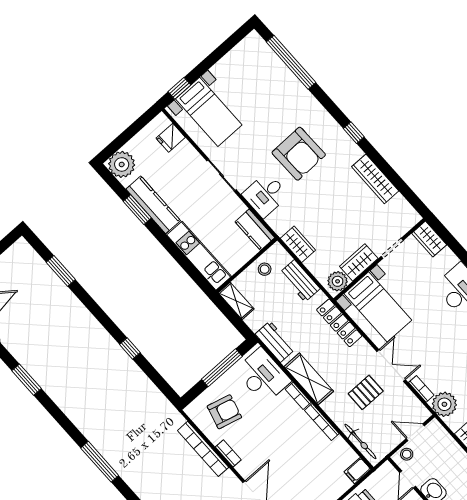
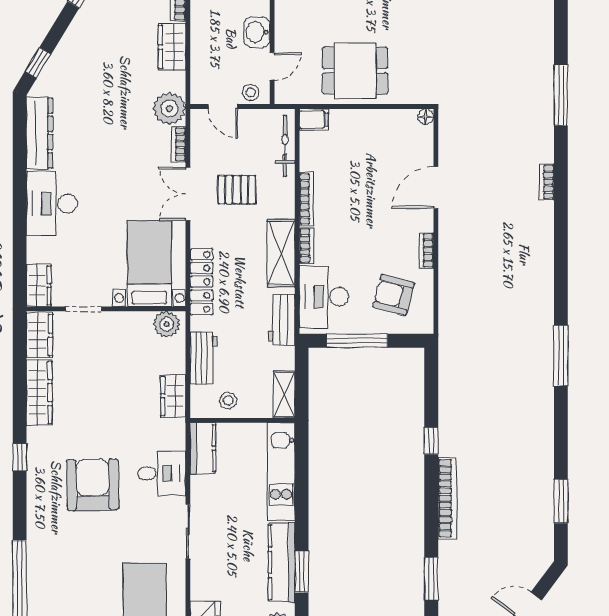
wardrobe: (359, 262) -> (40, 335), moved, turned -90
bookcase: (203, 449) -> (447, 498), moved

